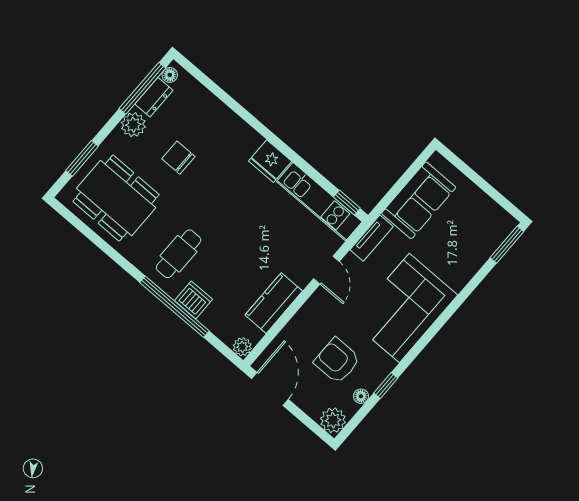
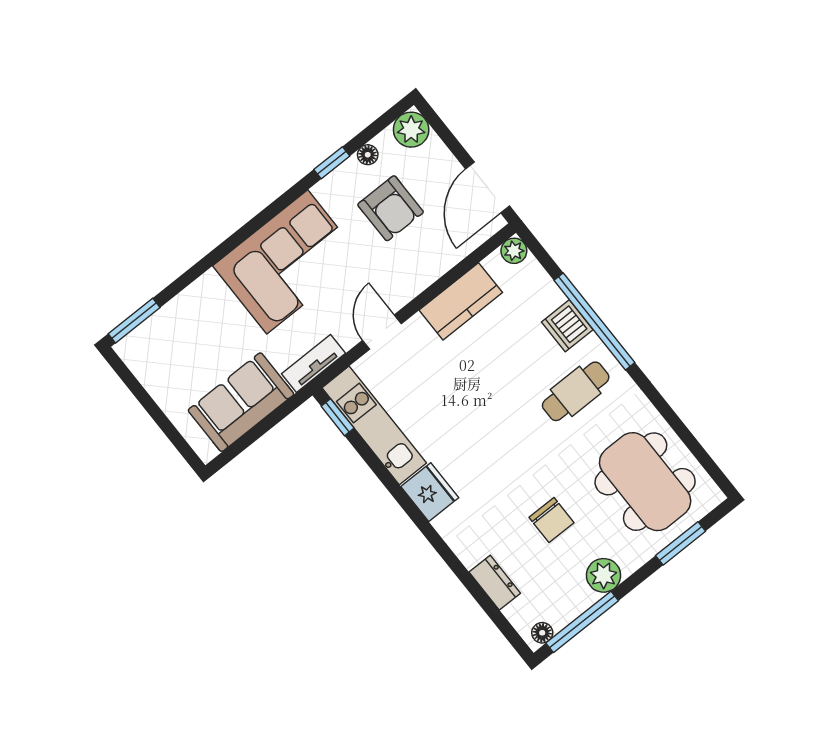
dresser: (154, 97) -> (495, 583), moved, turned 90

